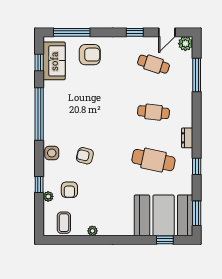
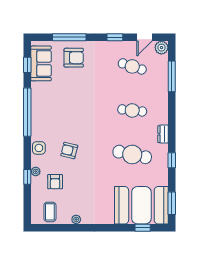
window: (72, 32) -> (69, 37), moved
plant: (48, 196) -> (36, 171), moved

